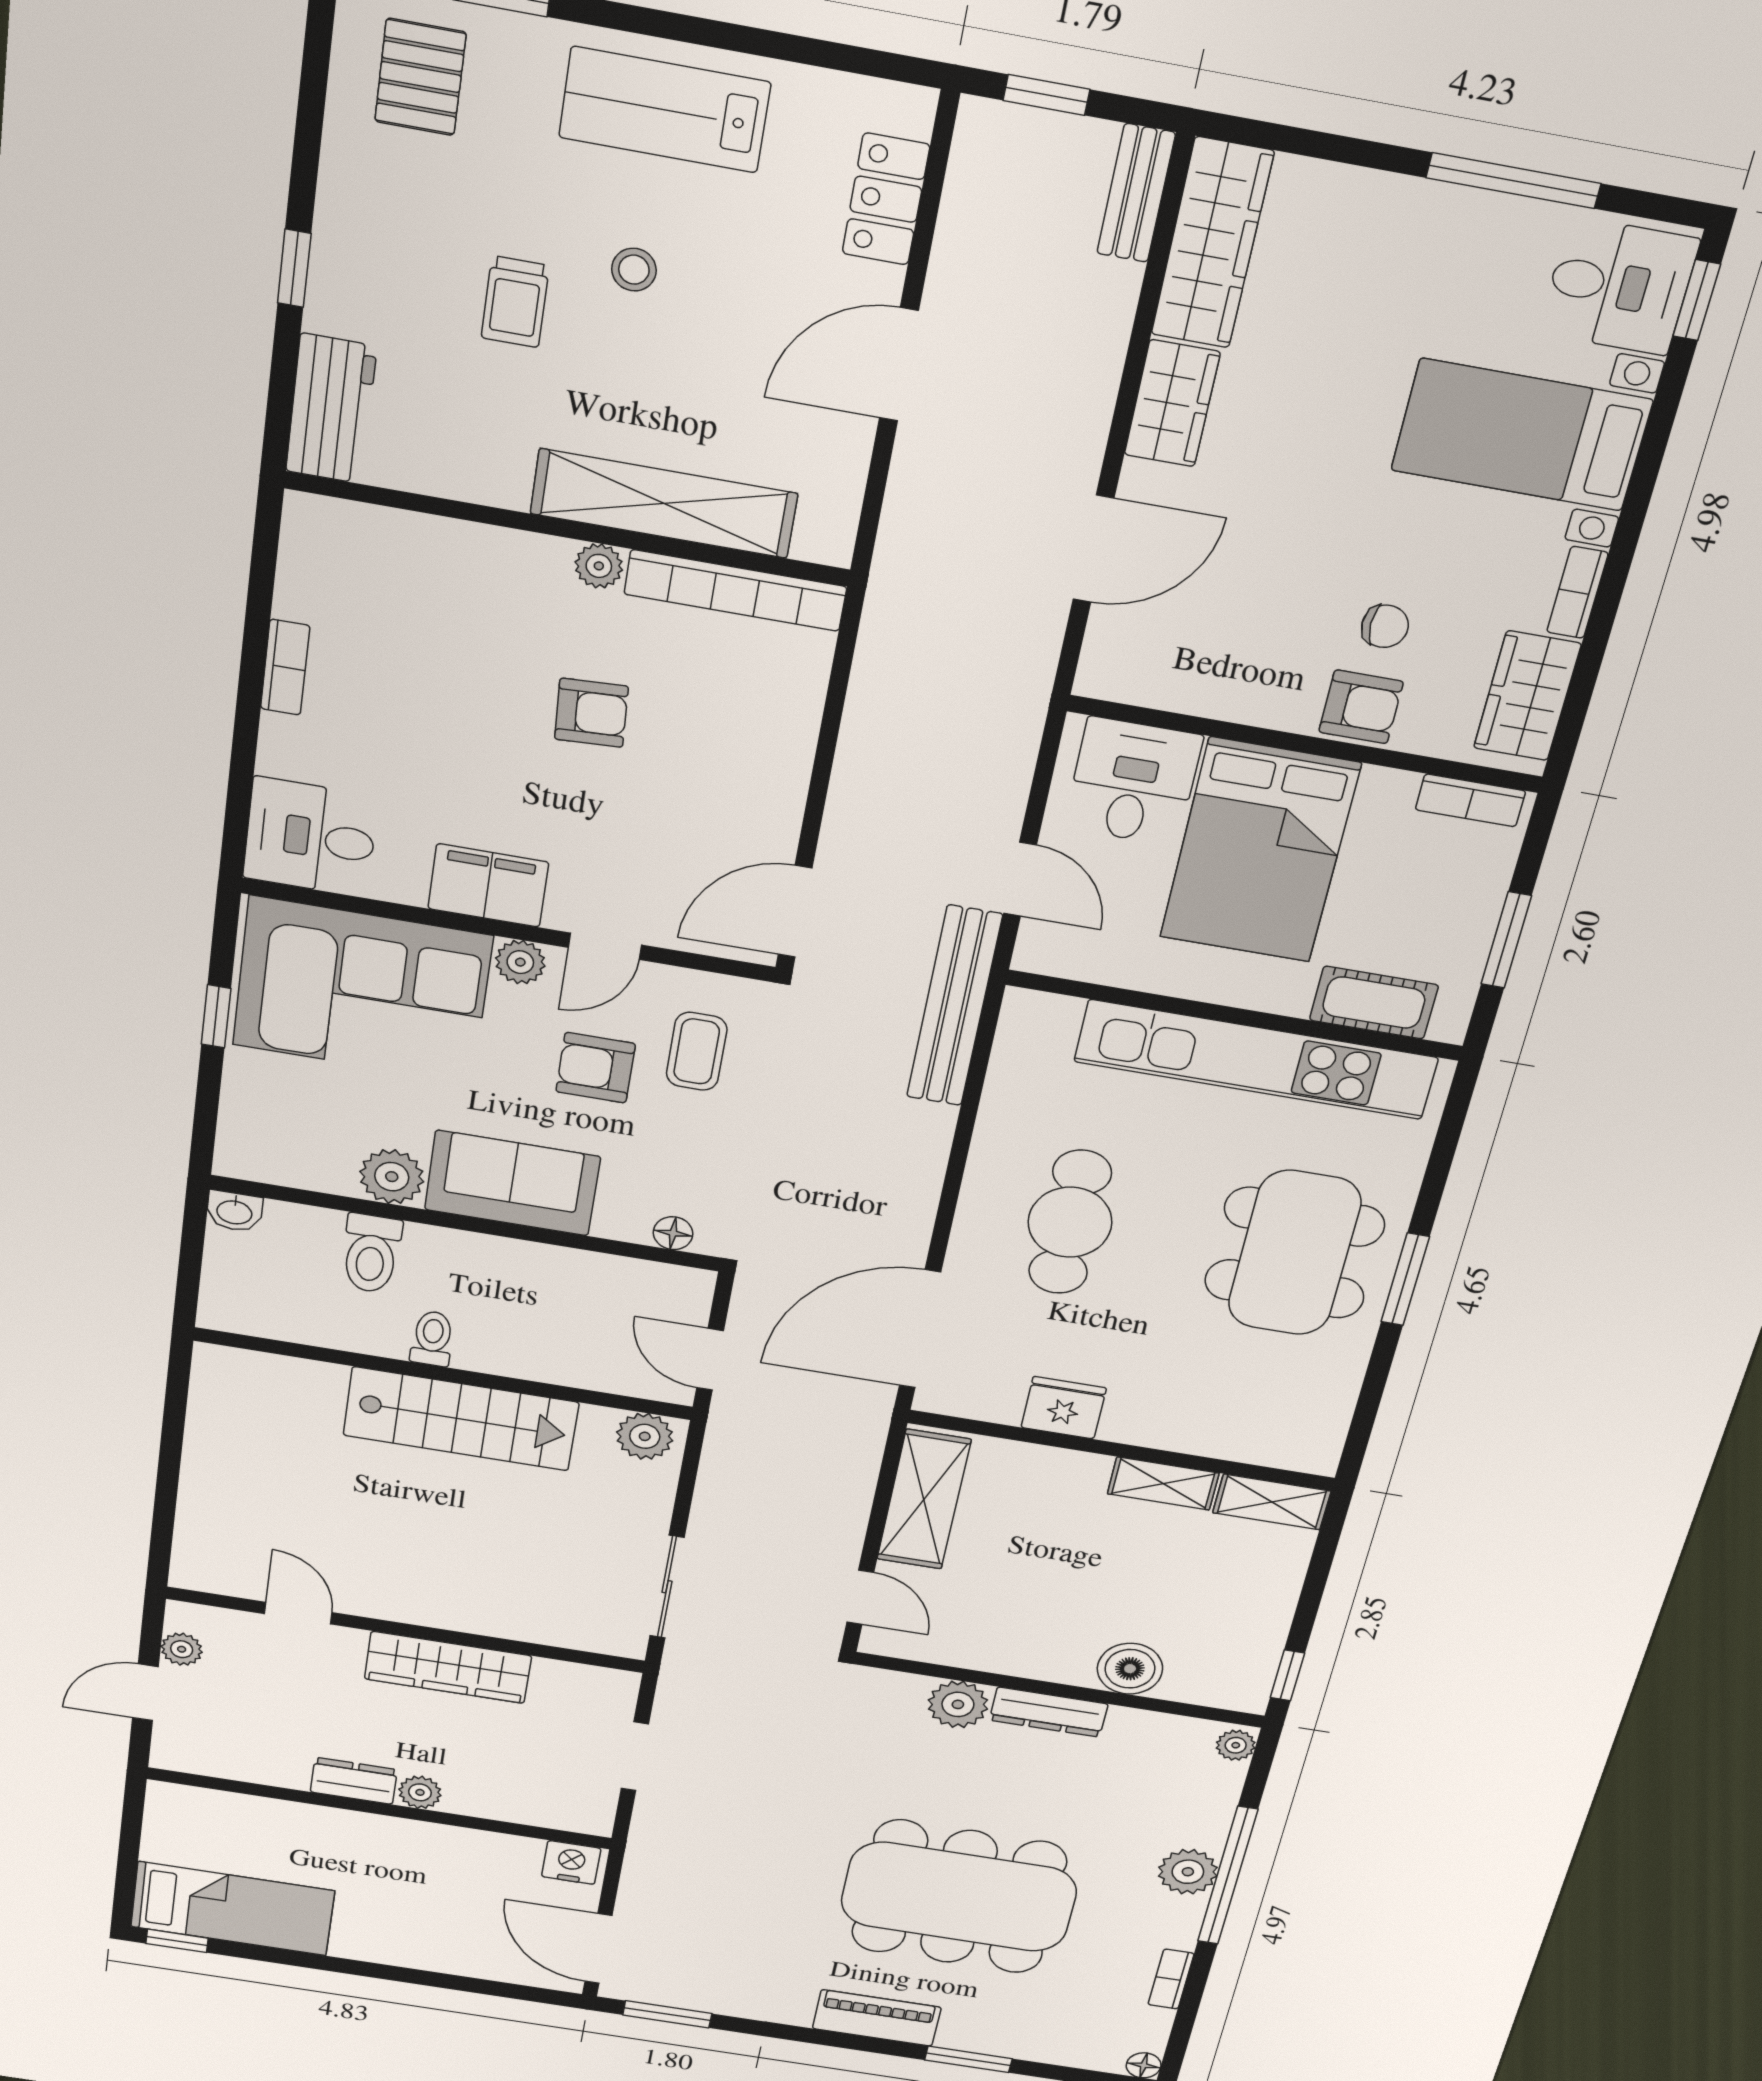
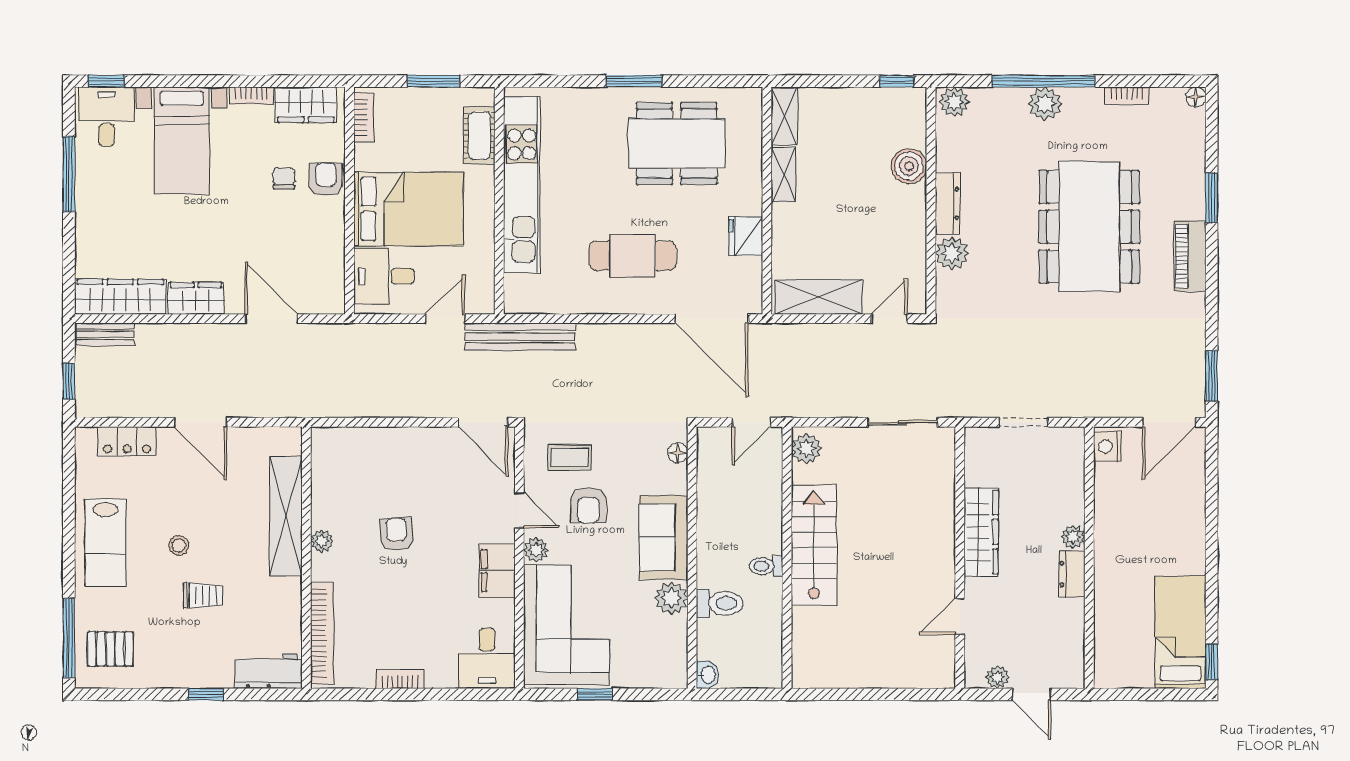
bookcase: (735, 590) -> (322, 633), moved
dining table: (1294, 1253) -> (677, 143), moved
plant: (1236, 1745) -> (954, 102), width x1.38, depth x1.38

